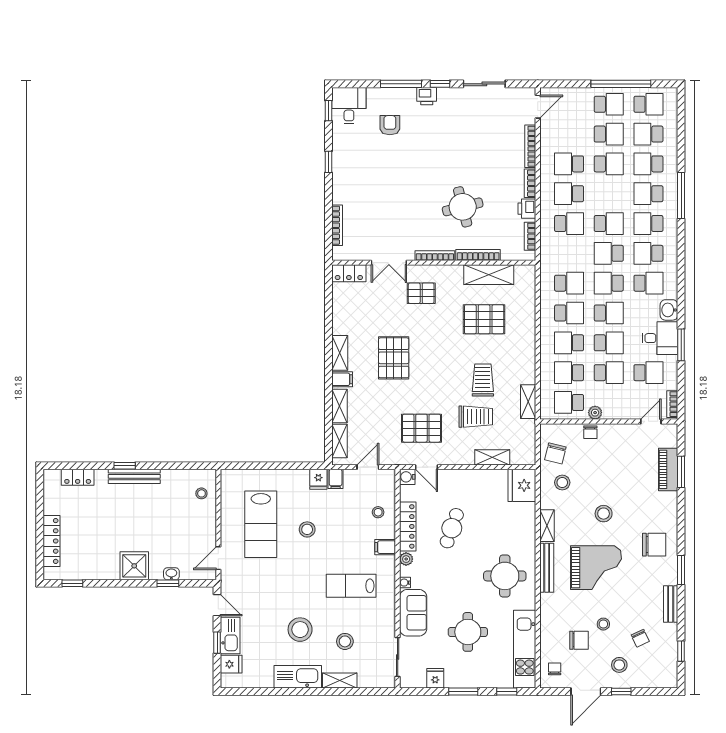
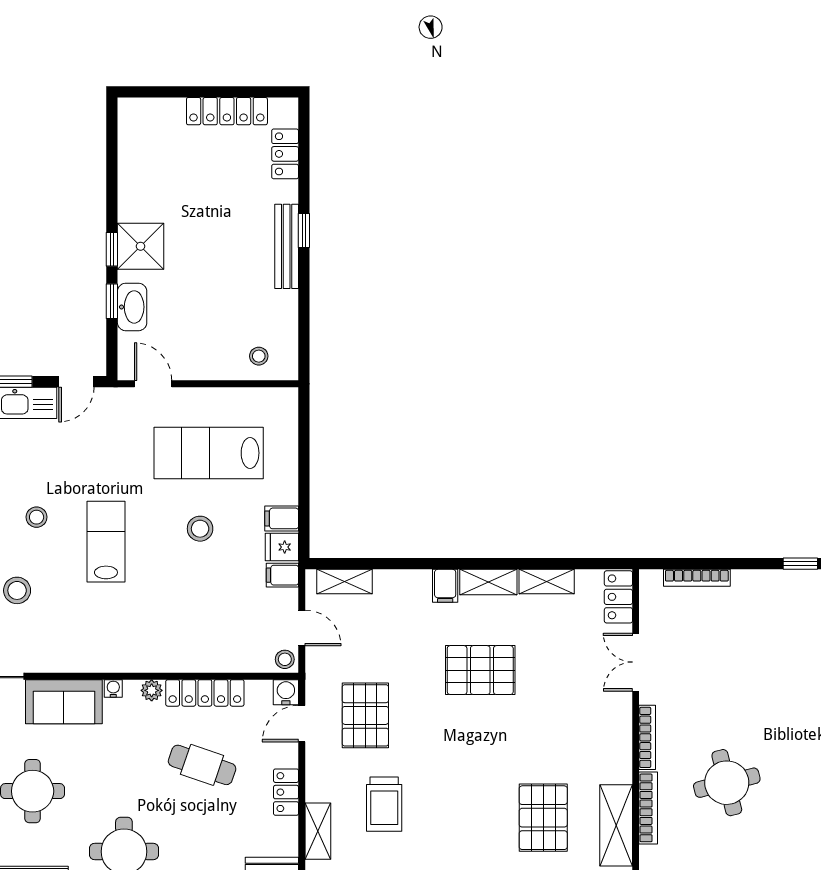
pallet: (421, 293) -> (586, 715), removed
trolley: (483, 380) -> (444, 816), removed
shelving: (340, 406) -> (547, 582), moved
locker: (468, 477) -> (286, 792), added
stool: (378, 512) -> (285, 659), moved
locker: (51, 541) -> (227, 111), moved
filing cabinet: (385, 547) -> (282, 518), moved, turned -90
washbasin: (171, 574) -> (132, 307), width x1.91, depth x1.45
window: (72, 583) -> (112, 249), moved
lab bench: (351, 586) -> (106, 542), moved
stool: (300, 630) -> (37, 517), width x0.53, depth x0.53

